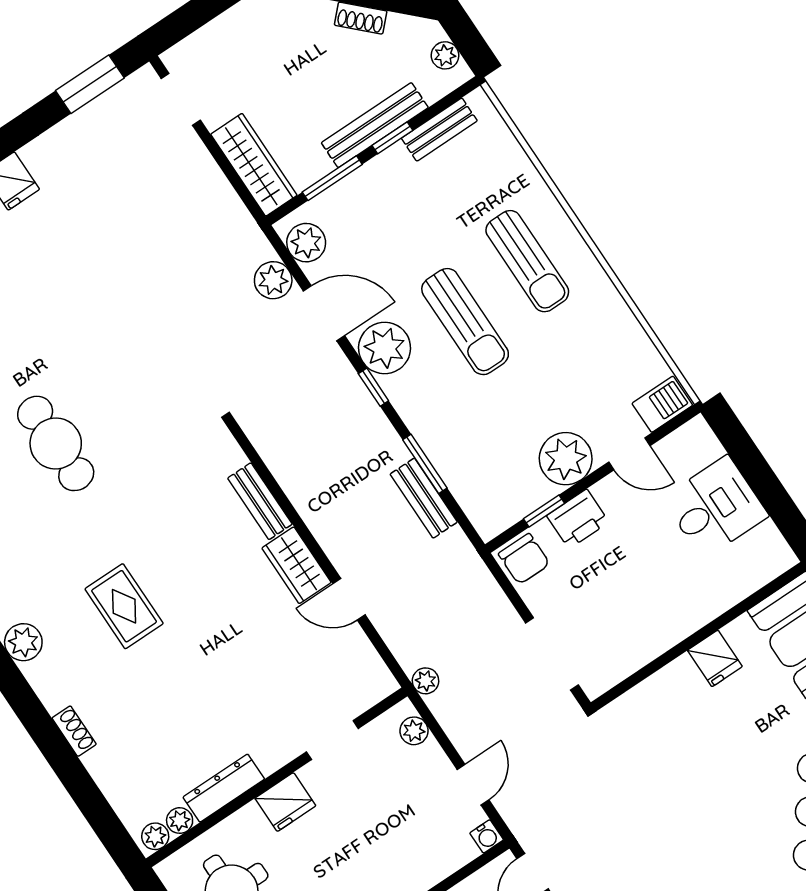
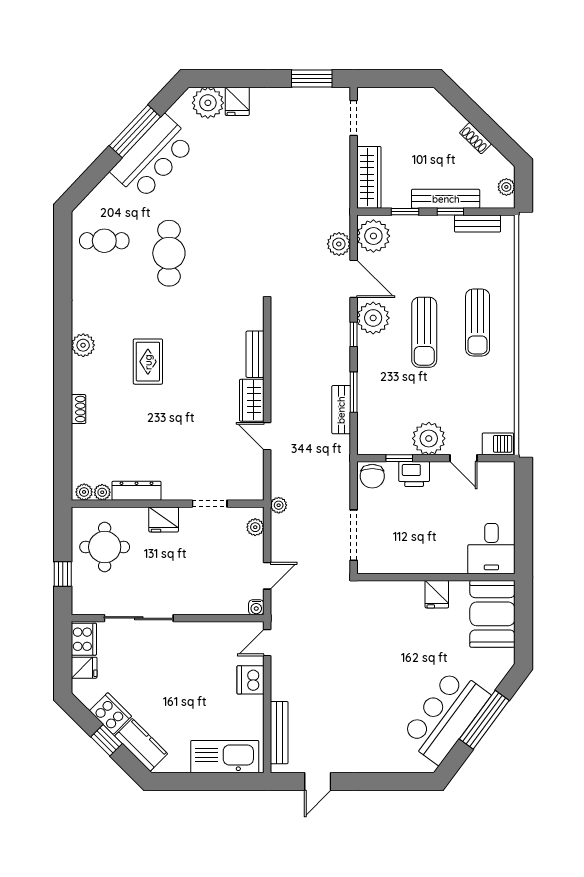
window: (332, 178) -> (405, 212), width x0.67
plant: (306, 243) -> (373, 236), width x1.36, depth x1.36
desk: (715, 507) -> (491, 549), moved, turned 90

